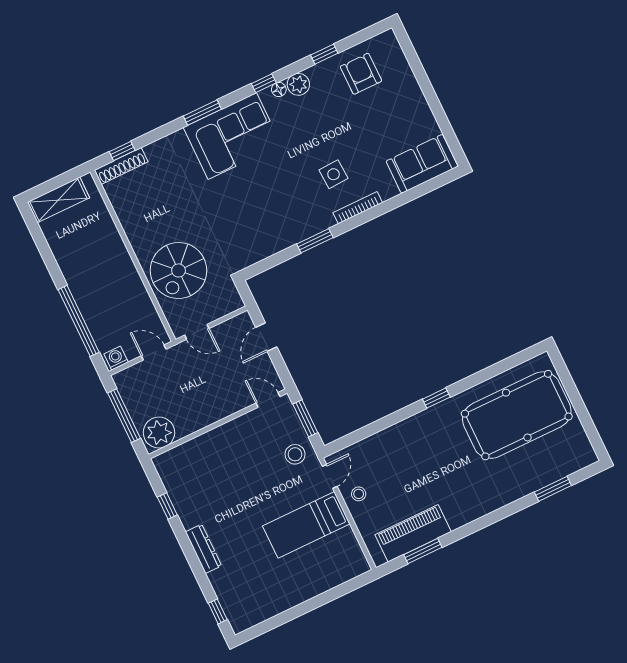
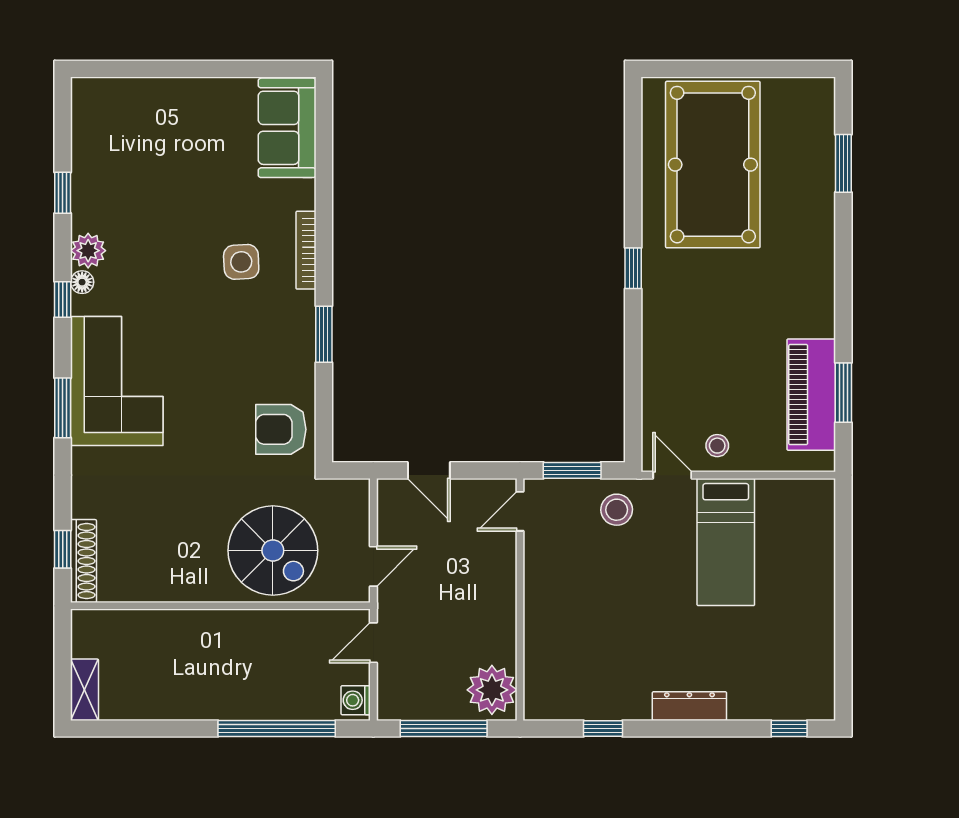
armchair: (361, 74) -> (281, 429), moved
shelving: (58, 200) -> (84, 690), width x0.67, depth x0.75

